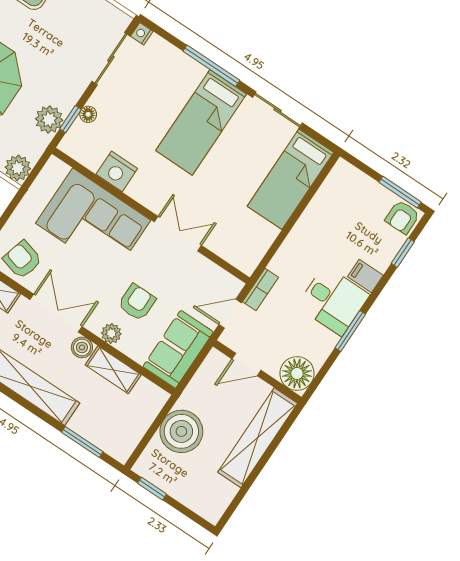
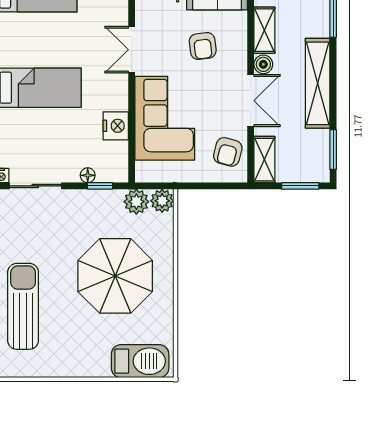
plant: (49, 119) -> (136, 202), moved
armchair: (137, 302) -> (203, 46), turned -97
double door: (56, 313) -> (251, 101), swing flipped
plant: (111, 333) -> (238, 50), removed

